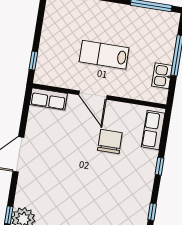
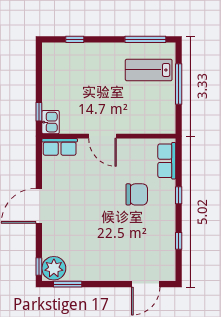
lab bench: (104, 55) -> (149, 70), moved
kitchen sink: (162, 76) -> (51, 122), moved, turned 180
chair: (110, 141) -> (137, 194), moved, turned 90

